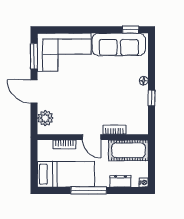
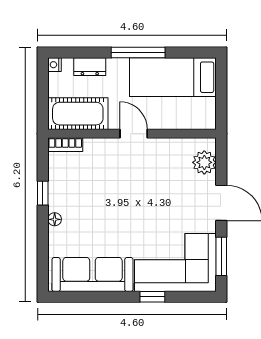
window: (131, 30) -> (152, 297), moved
bookcase: (114, 130) -> (65, 145), moved
bookcase: (64, 144) -> (175, 123), removed

